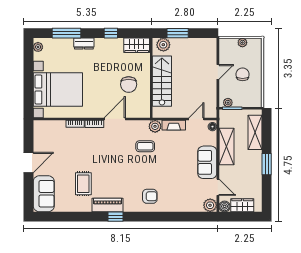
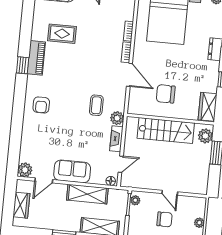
door: (196, 119) -> (121, 164), hinge flipped
boiler: (225, 206) -> (22, 186), removed

